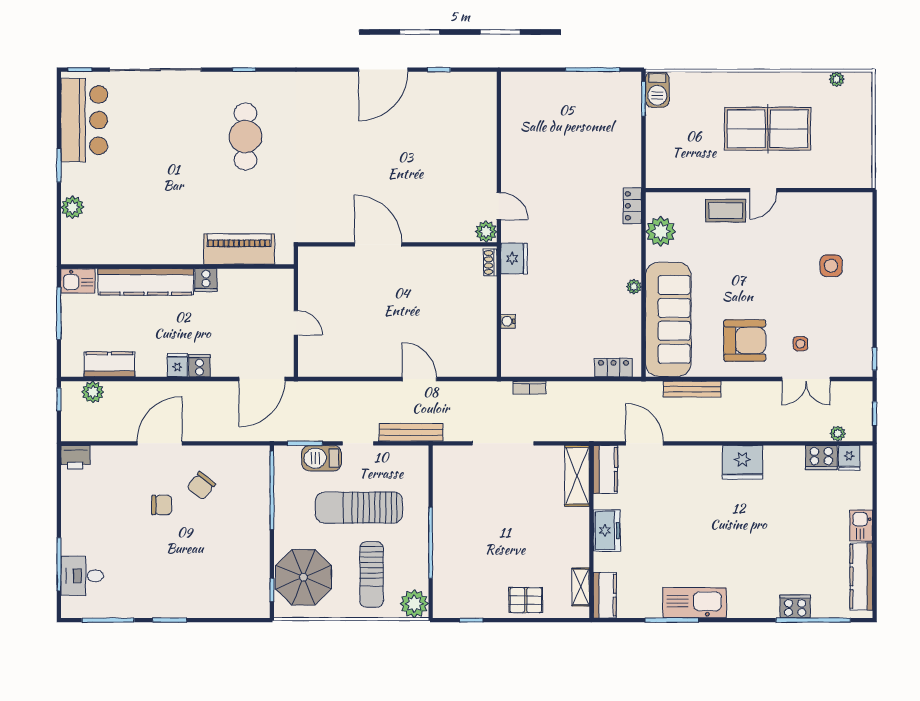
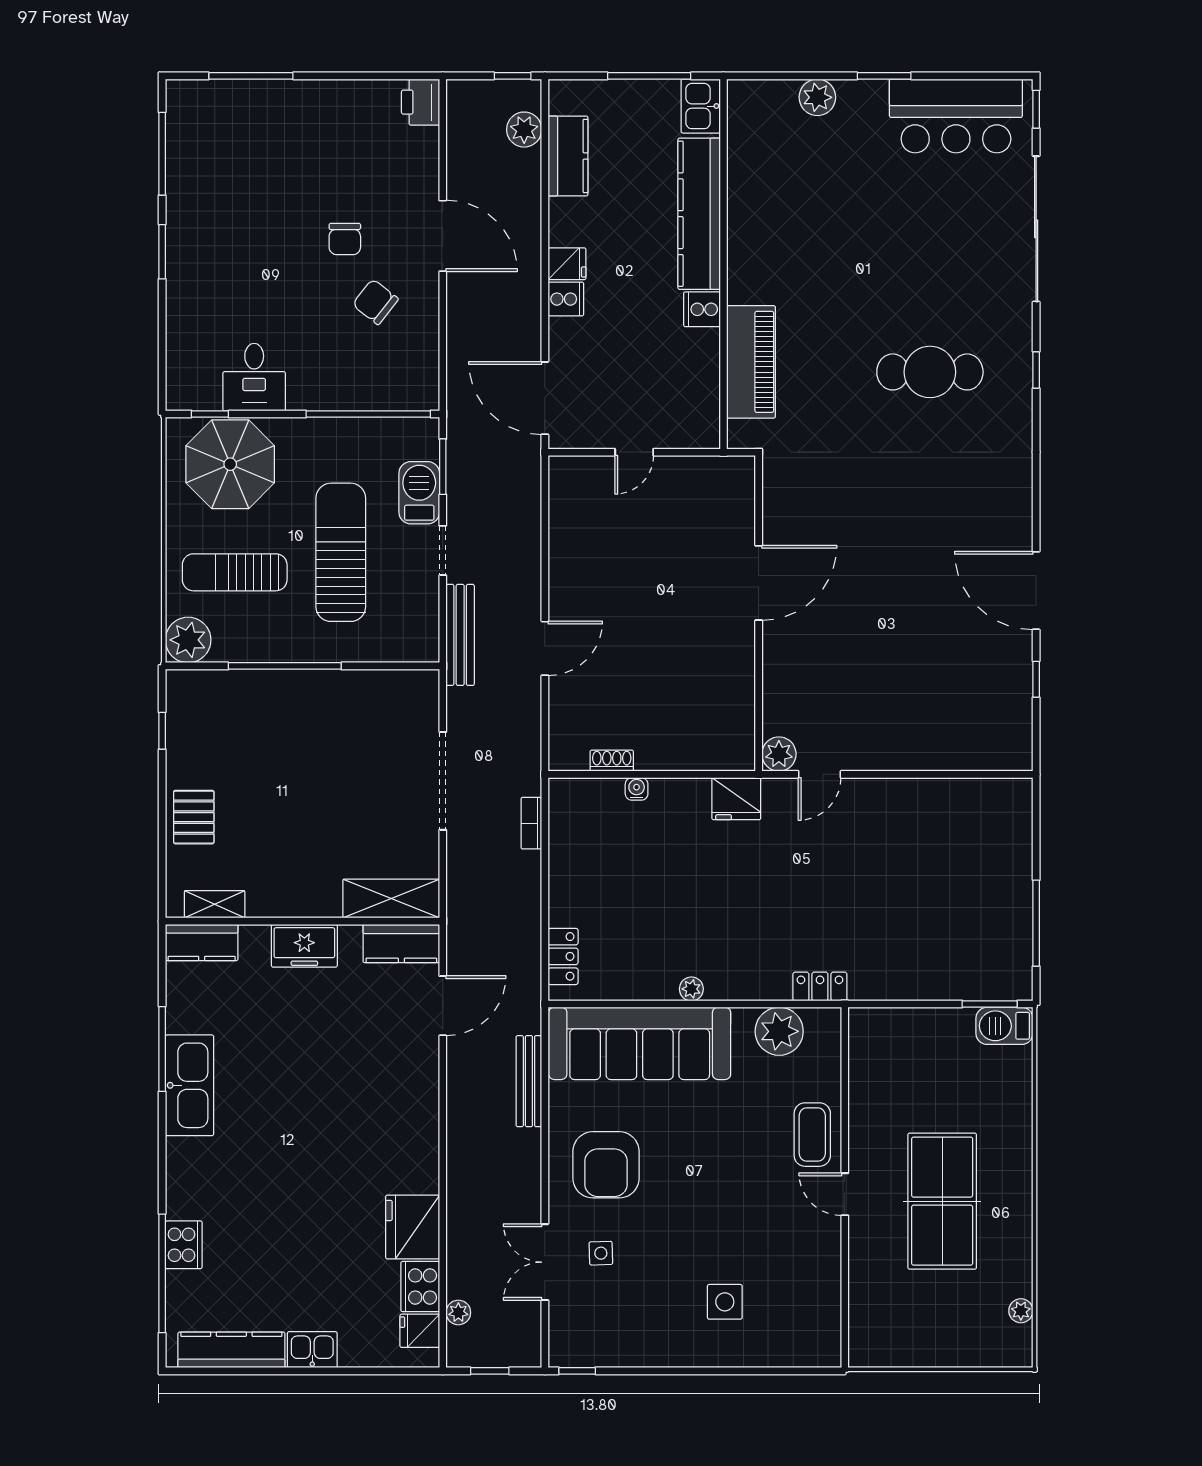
shoe rack: (490, 262) -> (612, 761), moved
fridge: (742, 462) -> (413, 1227), moved
desk: (82, 576) -> (254, 377), moved, turned 180

